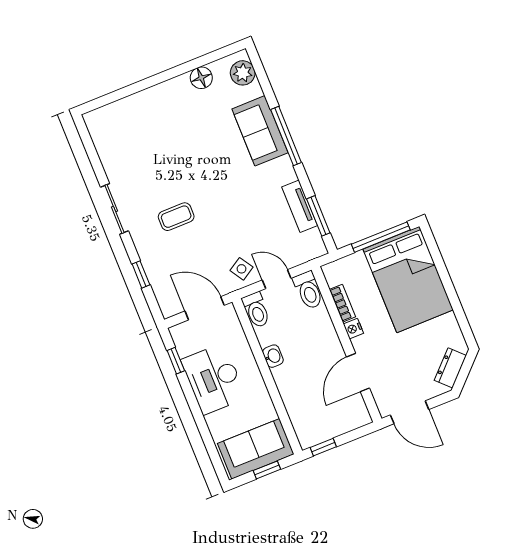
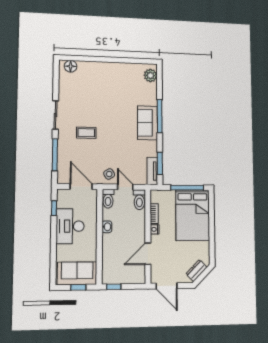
floor lamp: (201, 78) -> (71, 66), moved
sofa: (260, 131) -> (147, 123), moved
tv unit: (300, 206) -> (152, 171), moved
window: (141, 274) -> (55, 155), width x2.17

